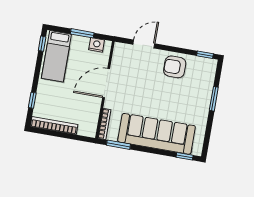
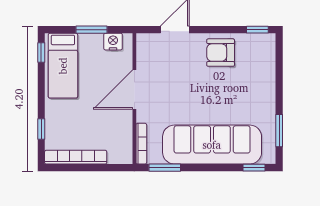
window: (214, 99) -> (279, 131), moved

